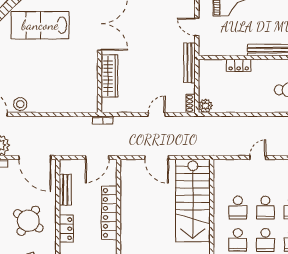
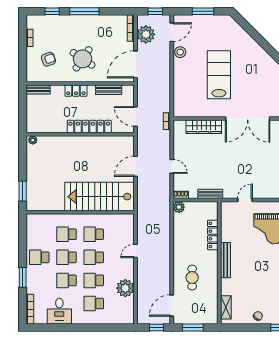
lab bench: (40, 25) -> (219, 75), moved
bench: (190, 63) -> (210, 194), width x0.73
locker: (239, 65) -> (213, 235), width x1.53
door: (258, 158) -> (135, 251), swing flipped

